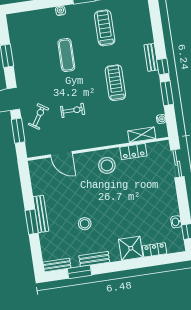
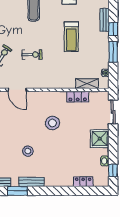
treadmill: (115, 83) -> (71, 37), turned 180
stool: (107, 165) -> (52, 123), moved
shower: (131, 248) -> (100, 139), moved

